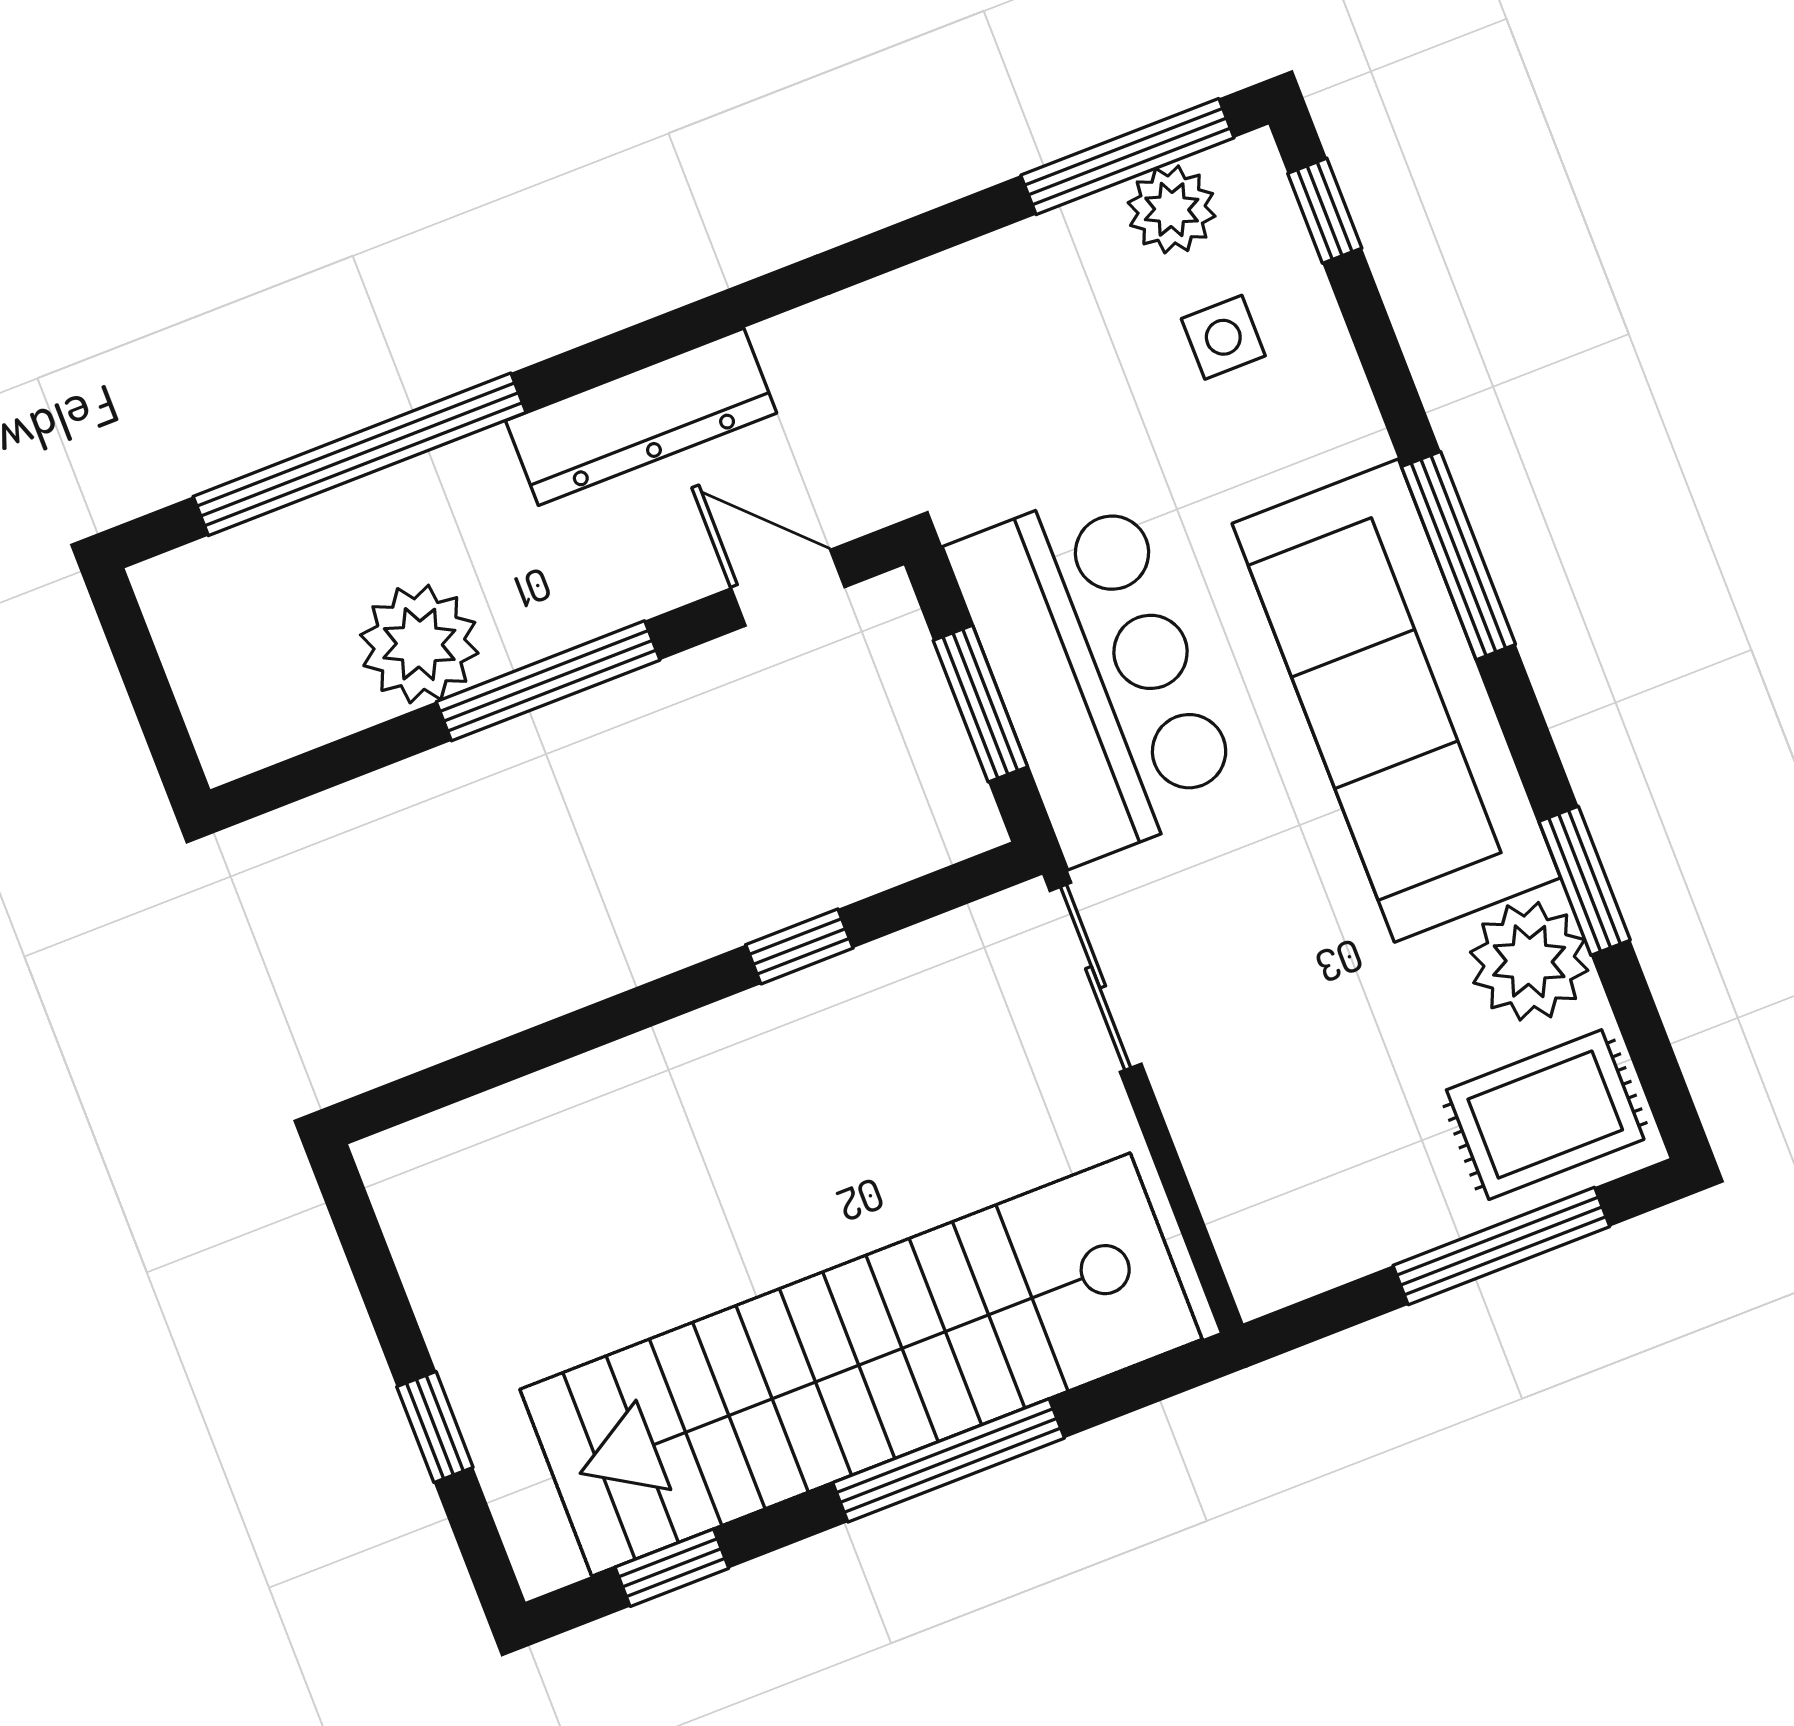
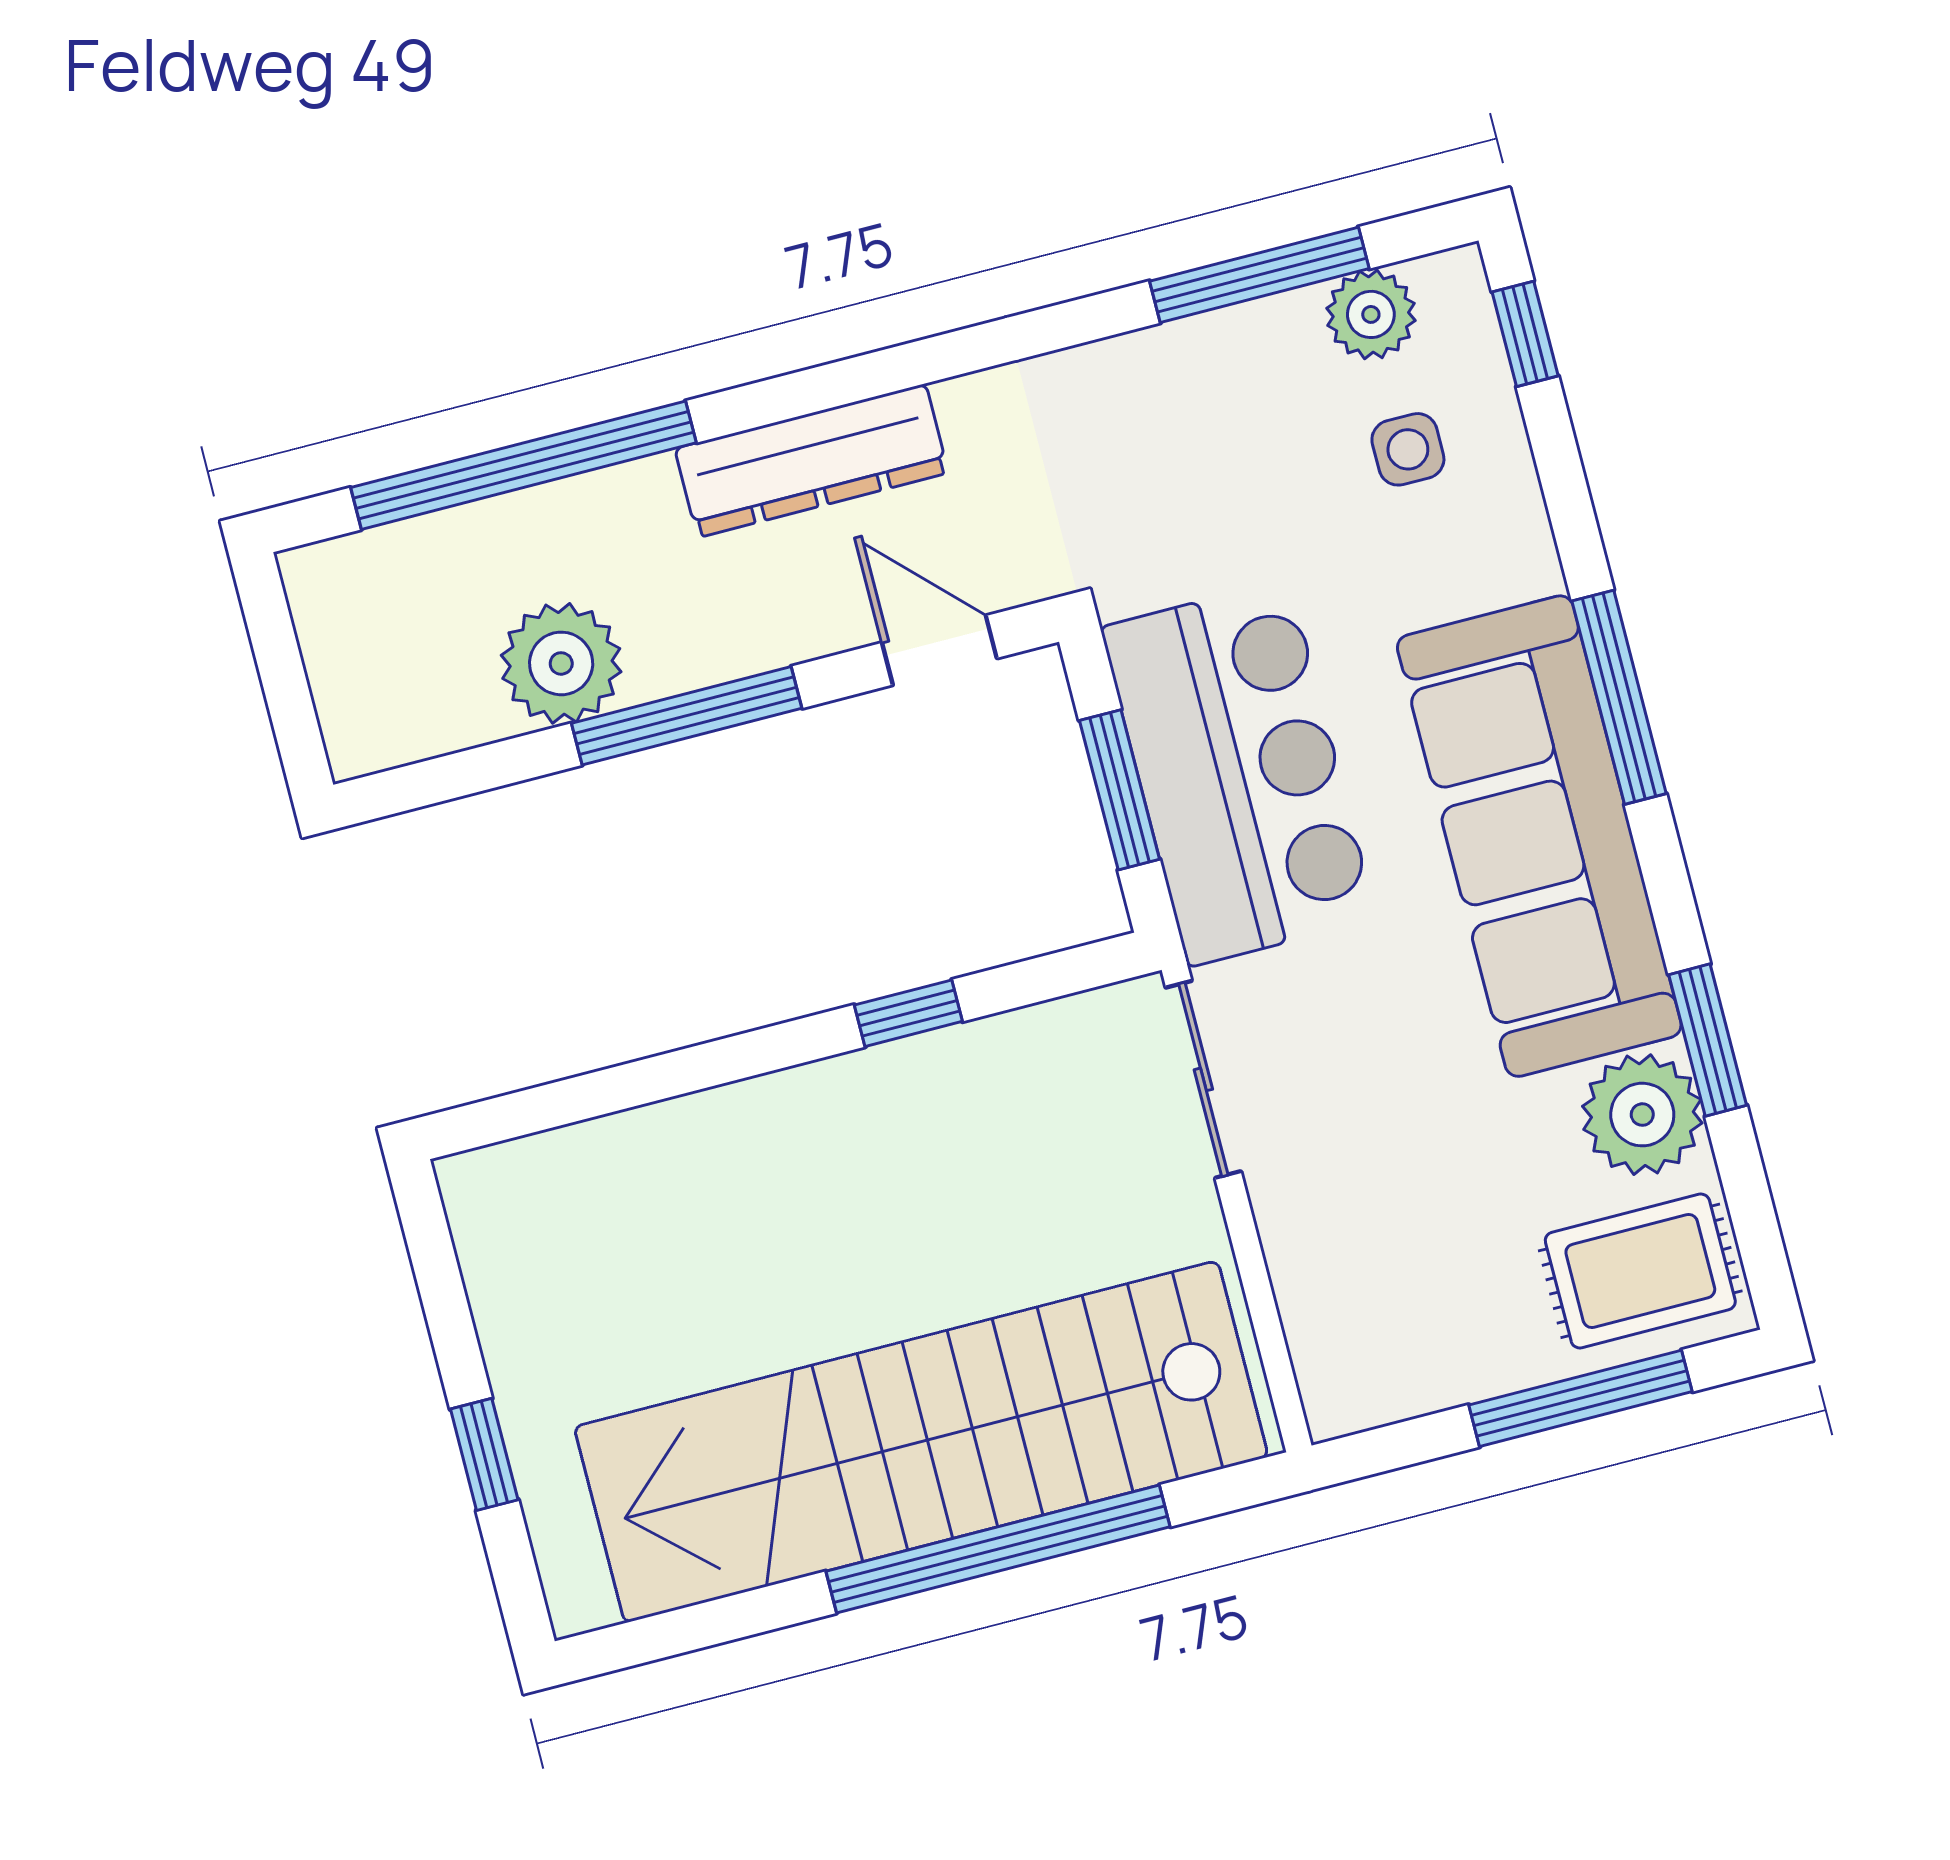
window: (1127, 157) -> (1259, 275), moved
window: (949, 1460) -> (998, 1549), width x1.46
window: (672, 1568) -> (706, 1624), removed

